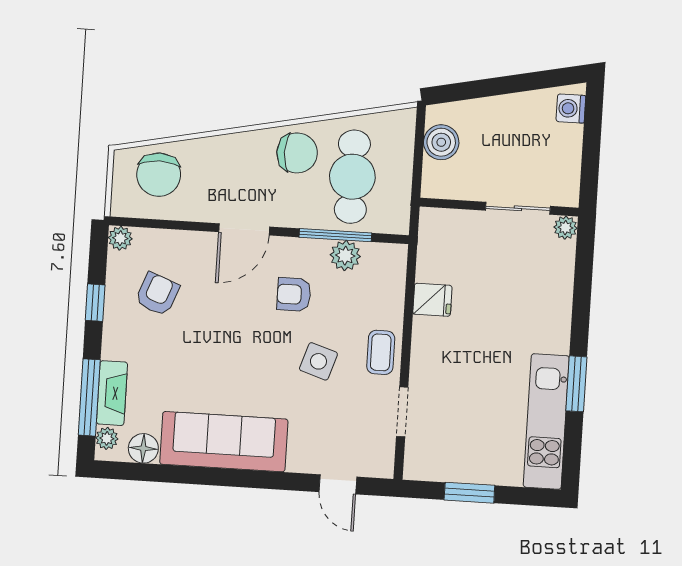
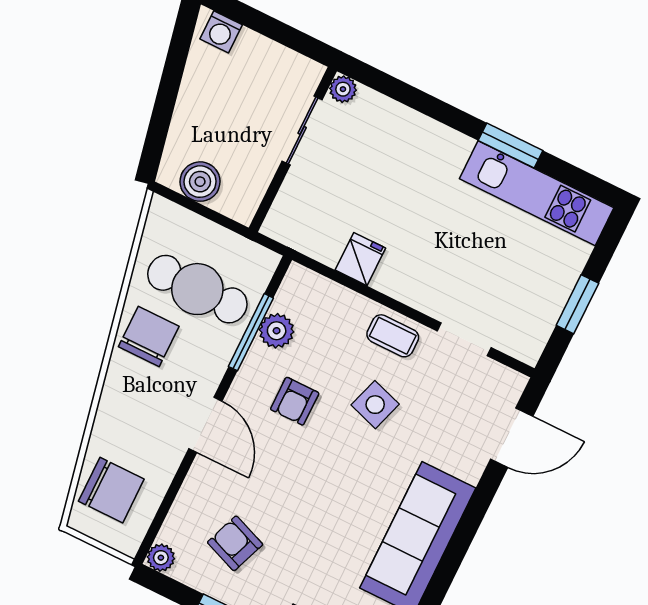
door: (338, 484) -> (512, 438), width x1.38

